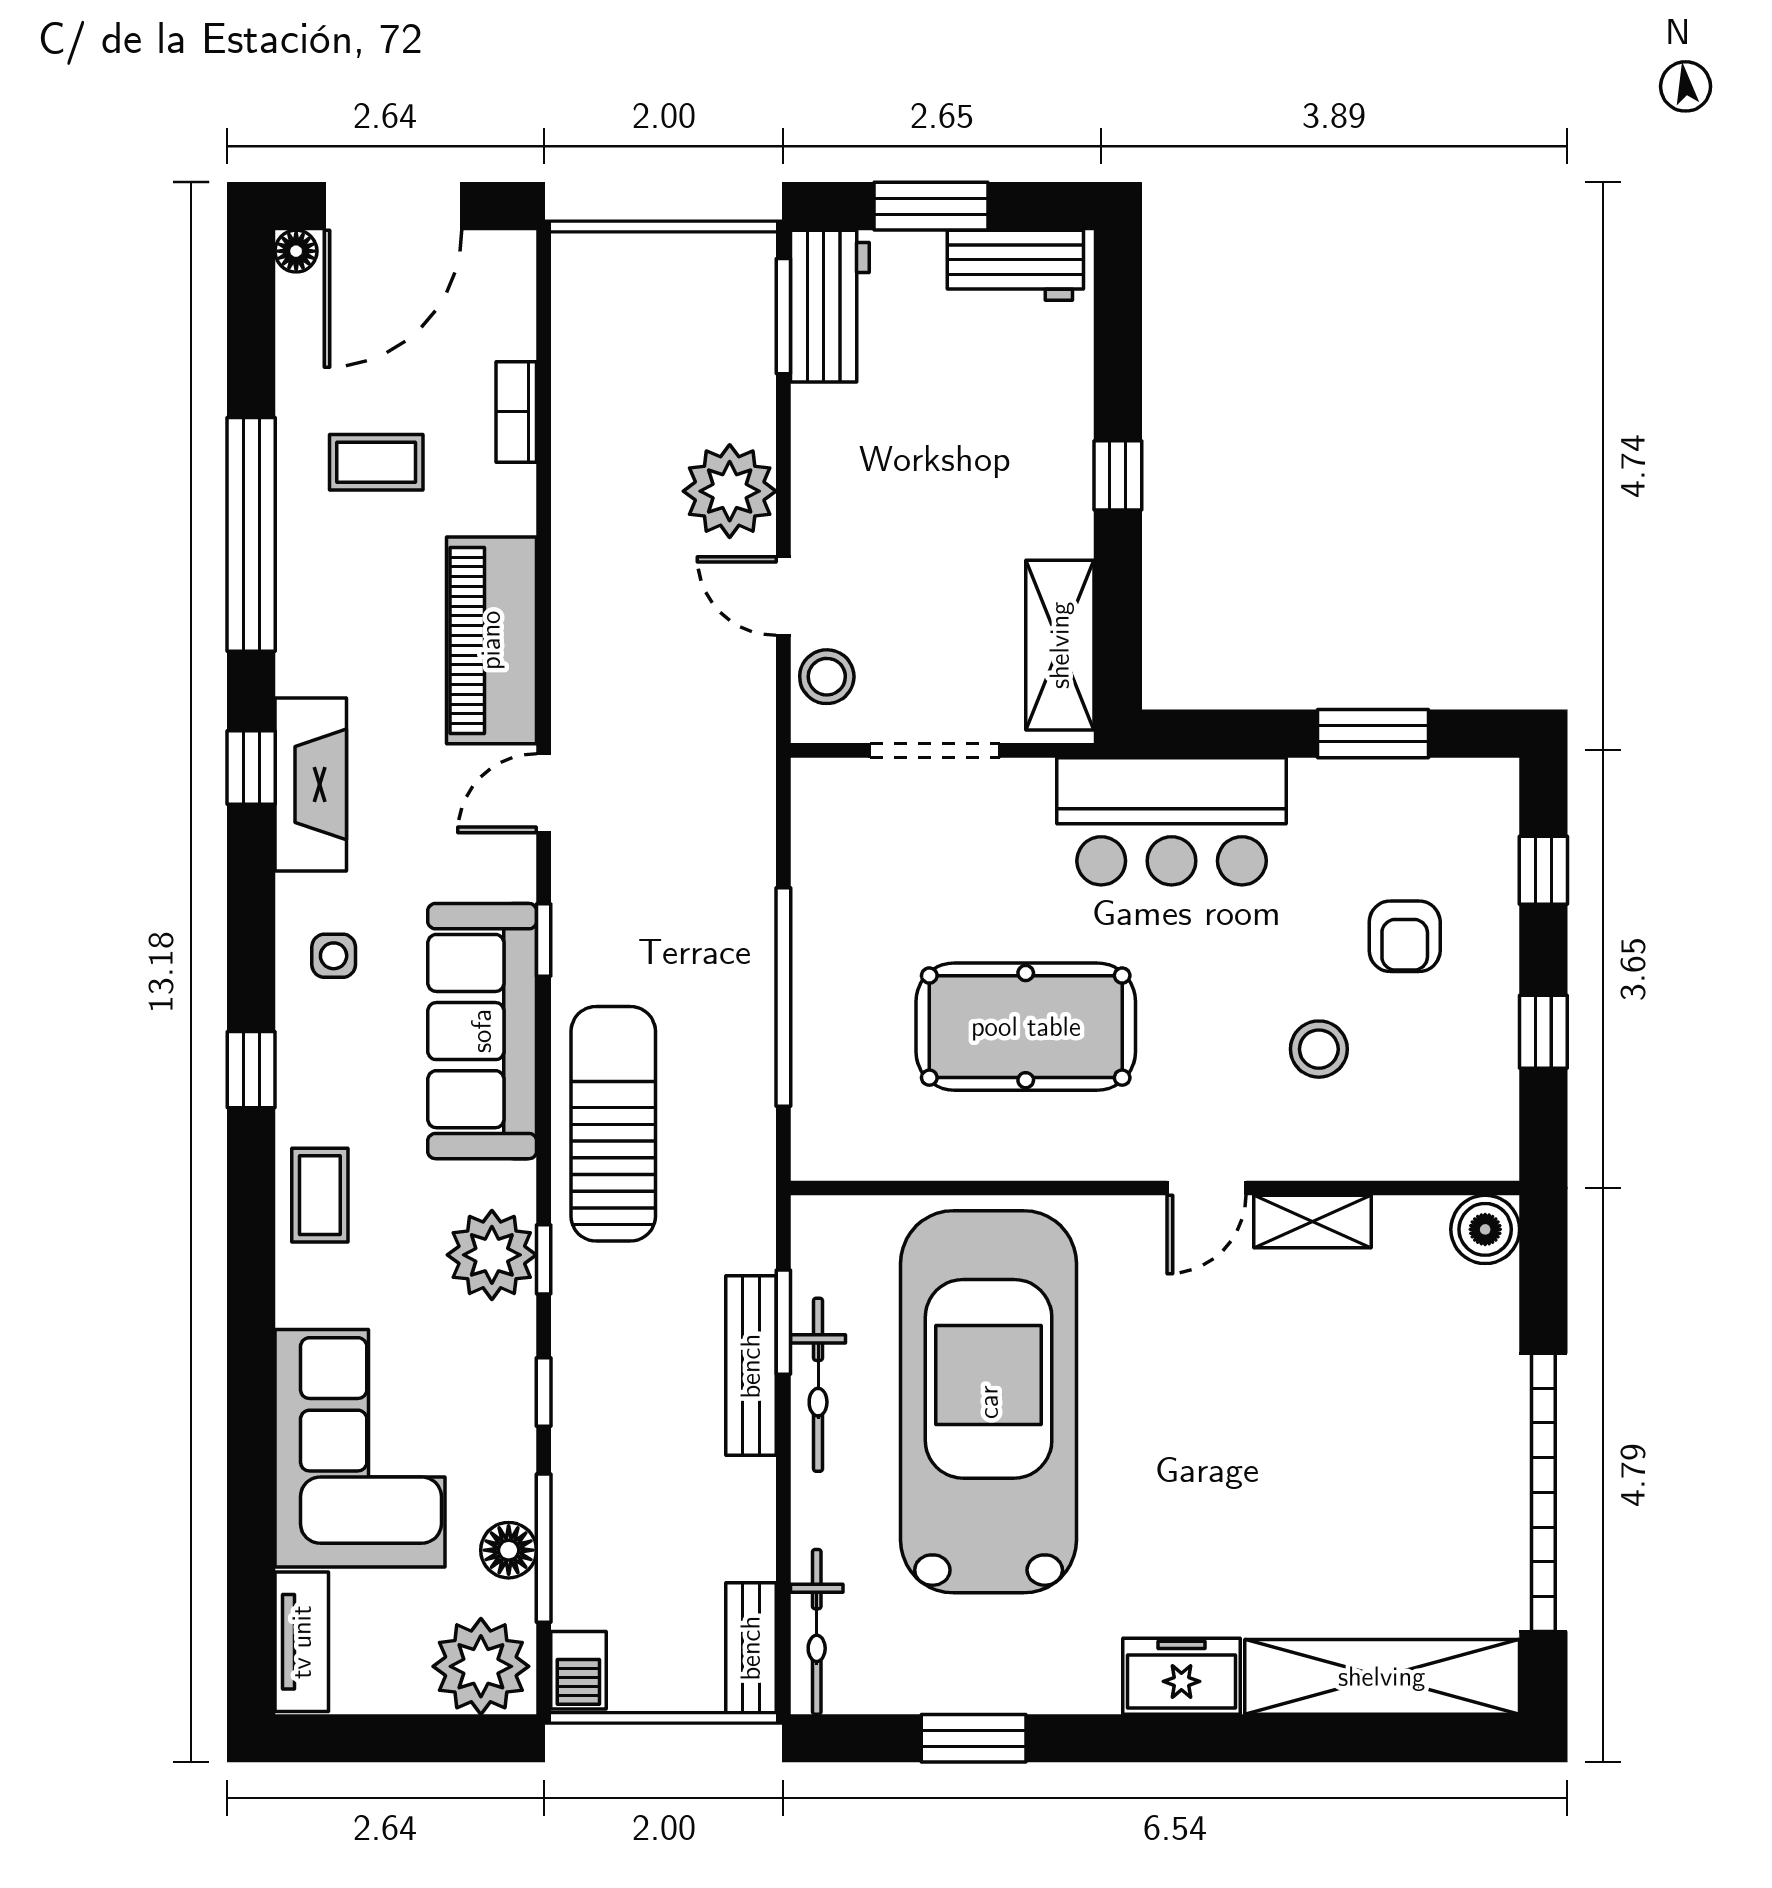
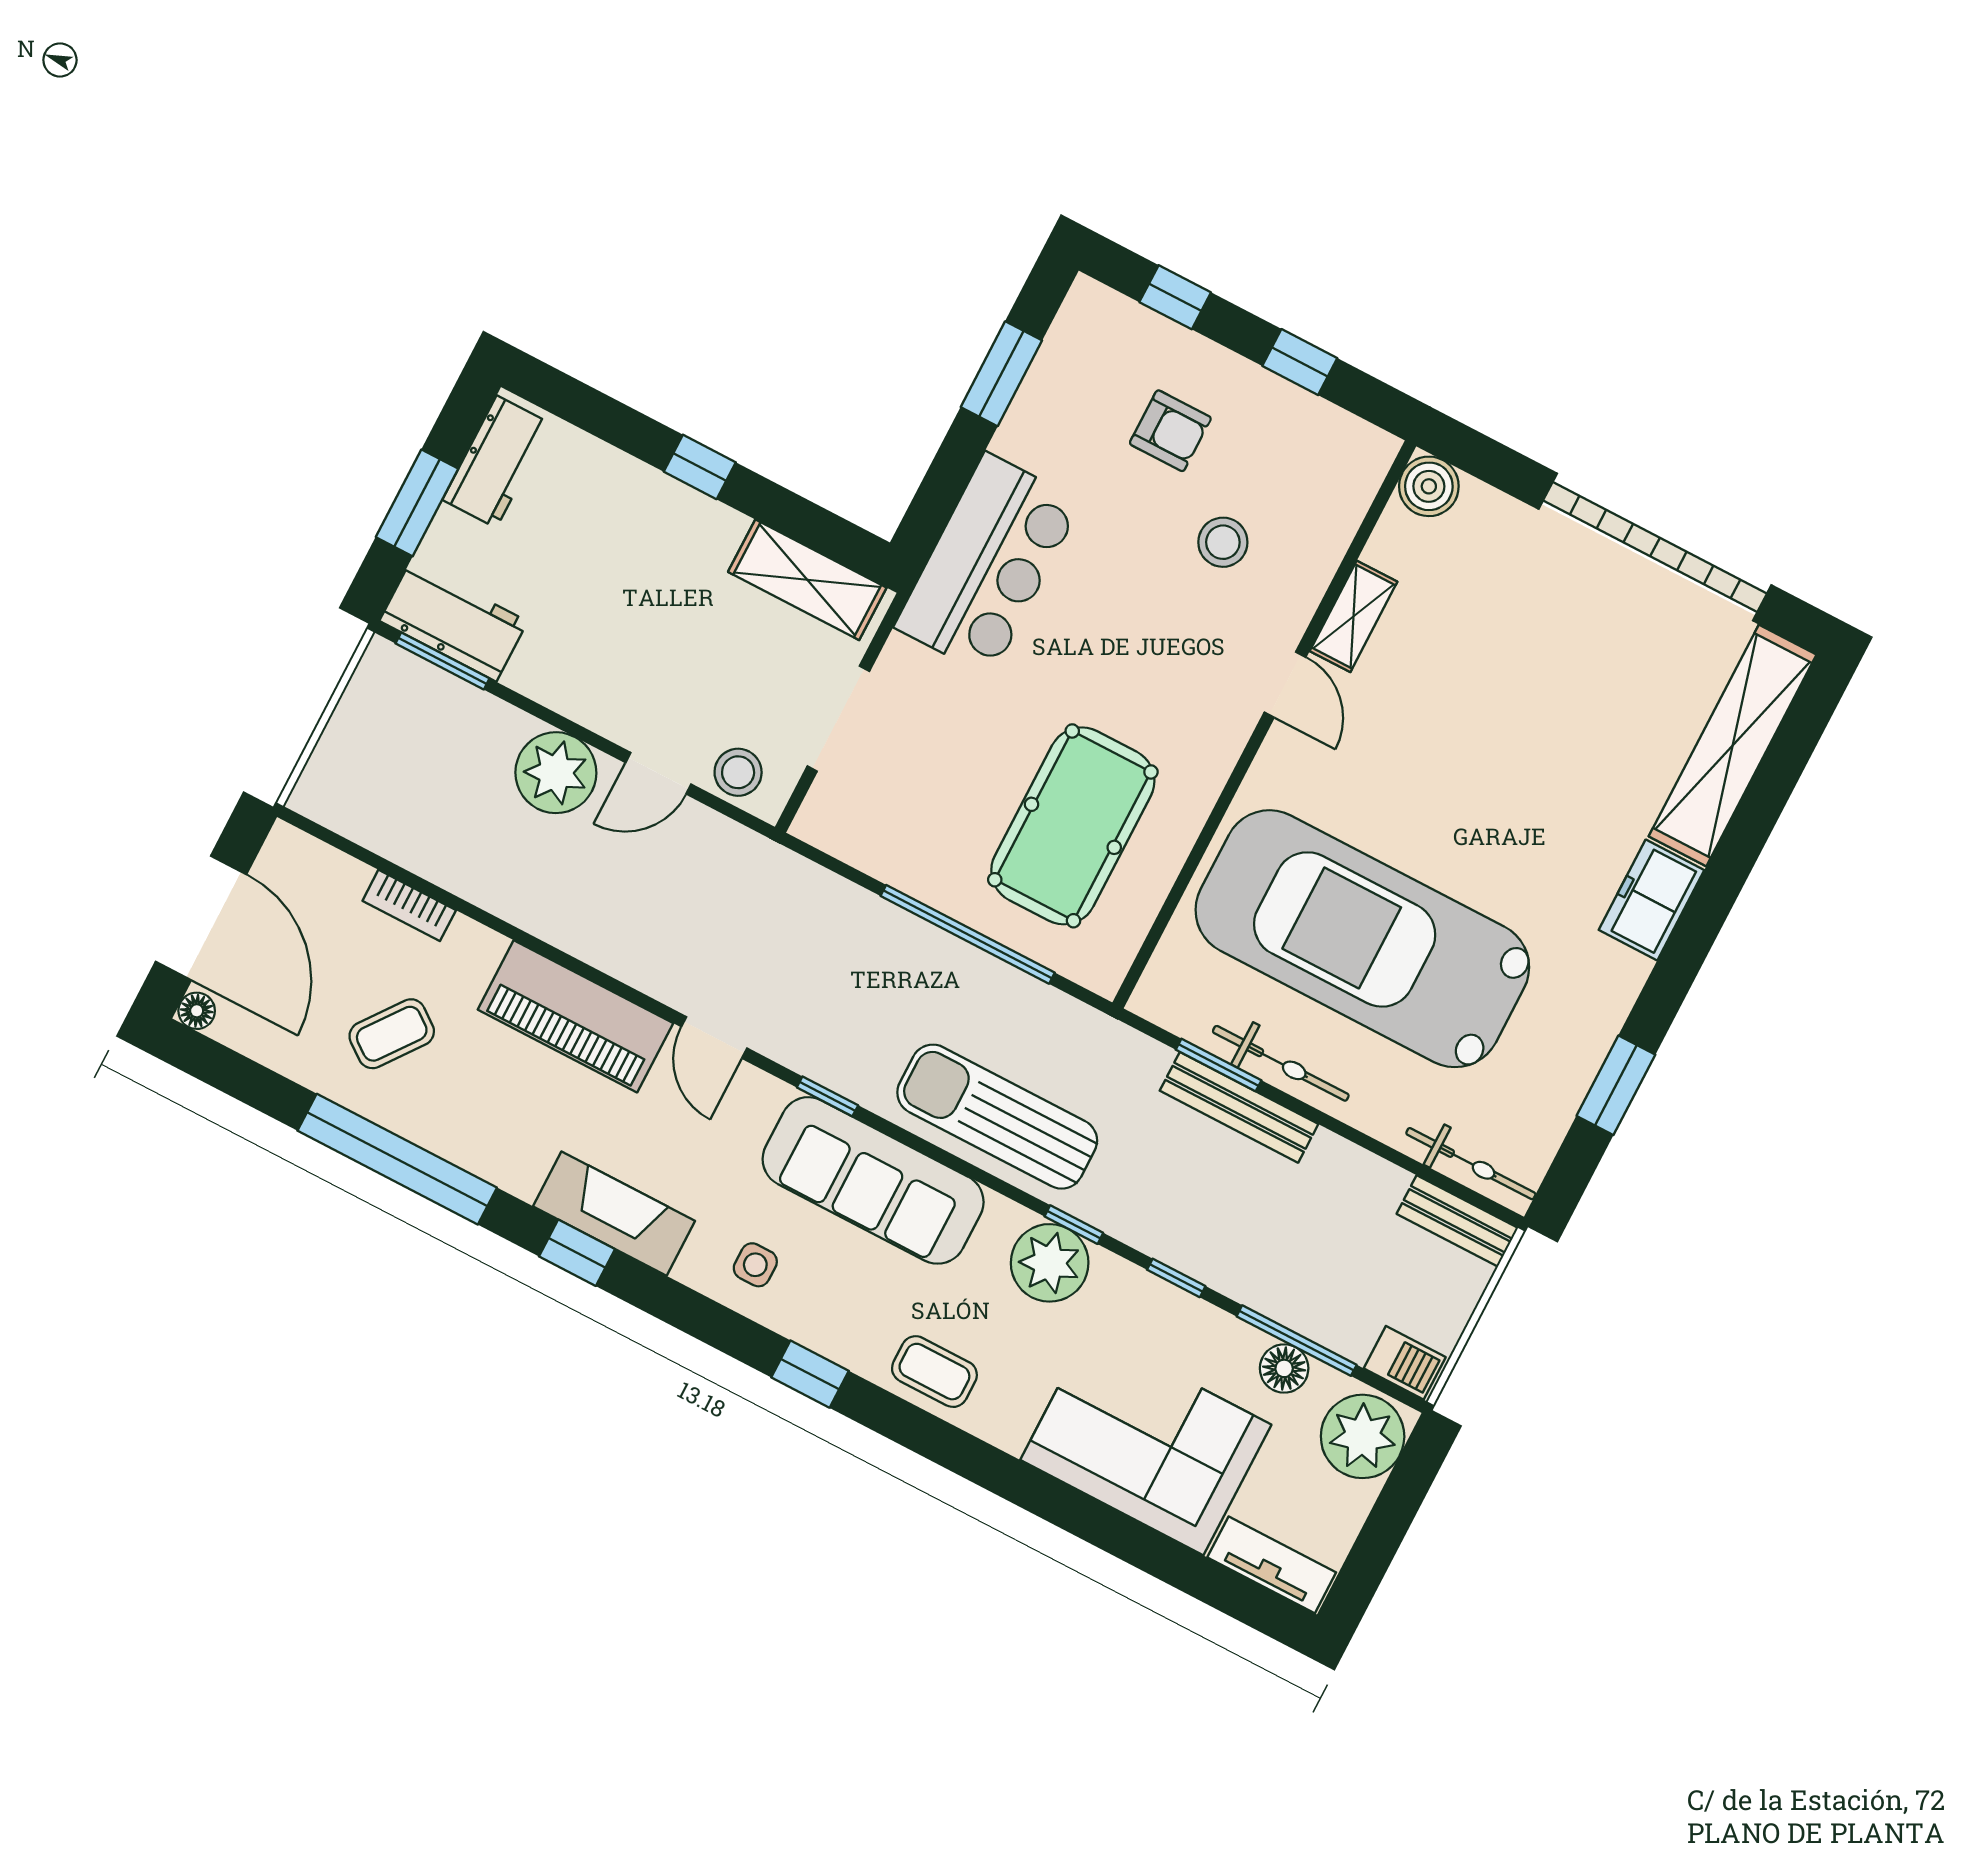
coffee table: (376, 462) -> (392, 1034), turned 37
pool table: (1026, 1027) -> (1073, 826), moved

